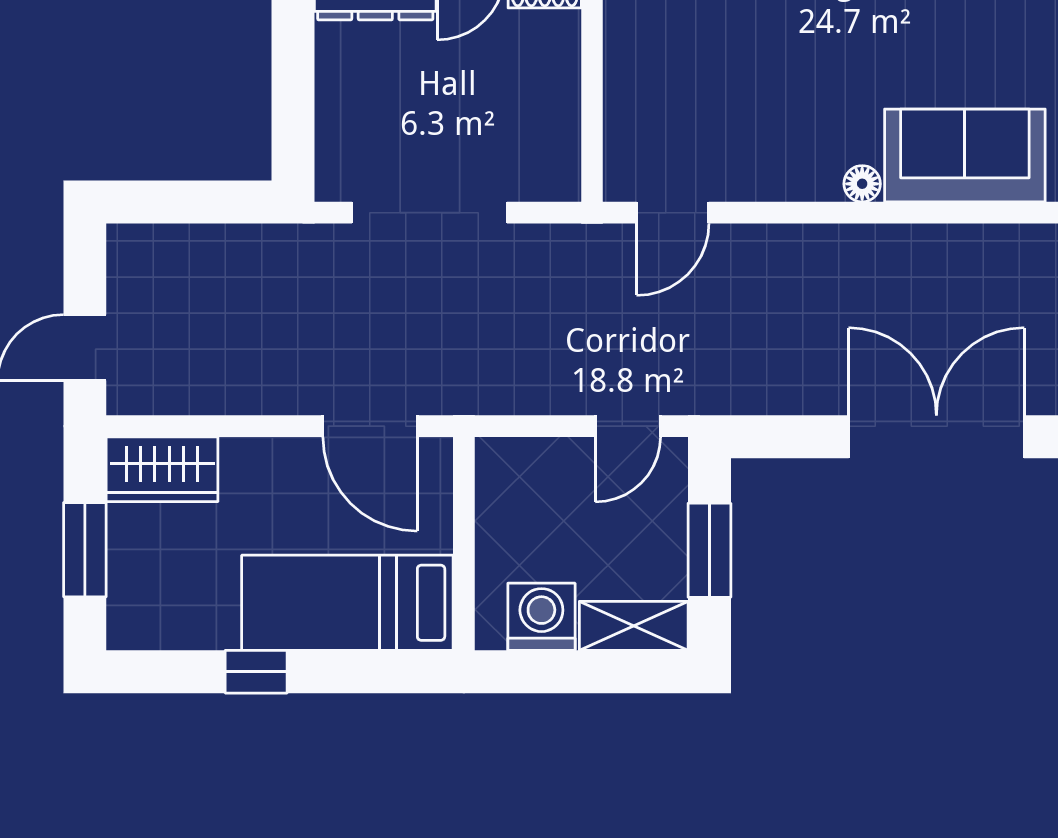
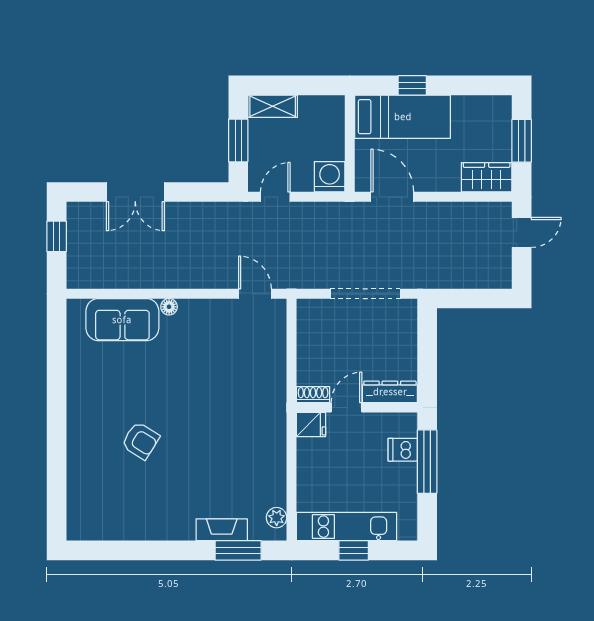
door: (673, 213) -> (255, 294), hinge flipped
double door: (936, 437) -> (135, 192), width x0.73
washing machine: (541, 617) -> (330, 177), moved, turned 180
window: (256, 672) -> (412, 85), moved

